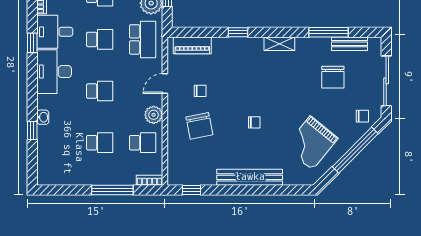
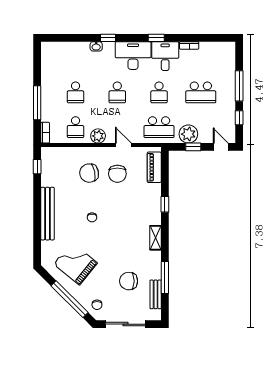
chair: (200, 91) -> (117, 174), width x1.87, depth x1.87
window: (32, 131) -> (108, 38), moved

